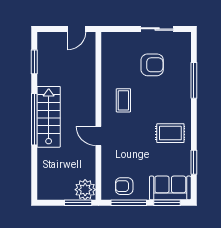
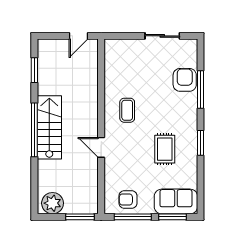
armchair: (152, 65) -> (185, 80), moved, turned -90
rug: (170, 133) -> (165, 149), moved, turned 90
window: (194, 162) -> (201, 143), moved
plant: (85, 190) -> (53, 203), moved

